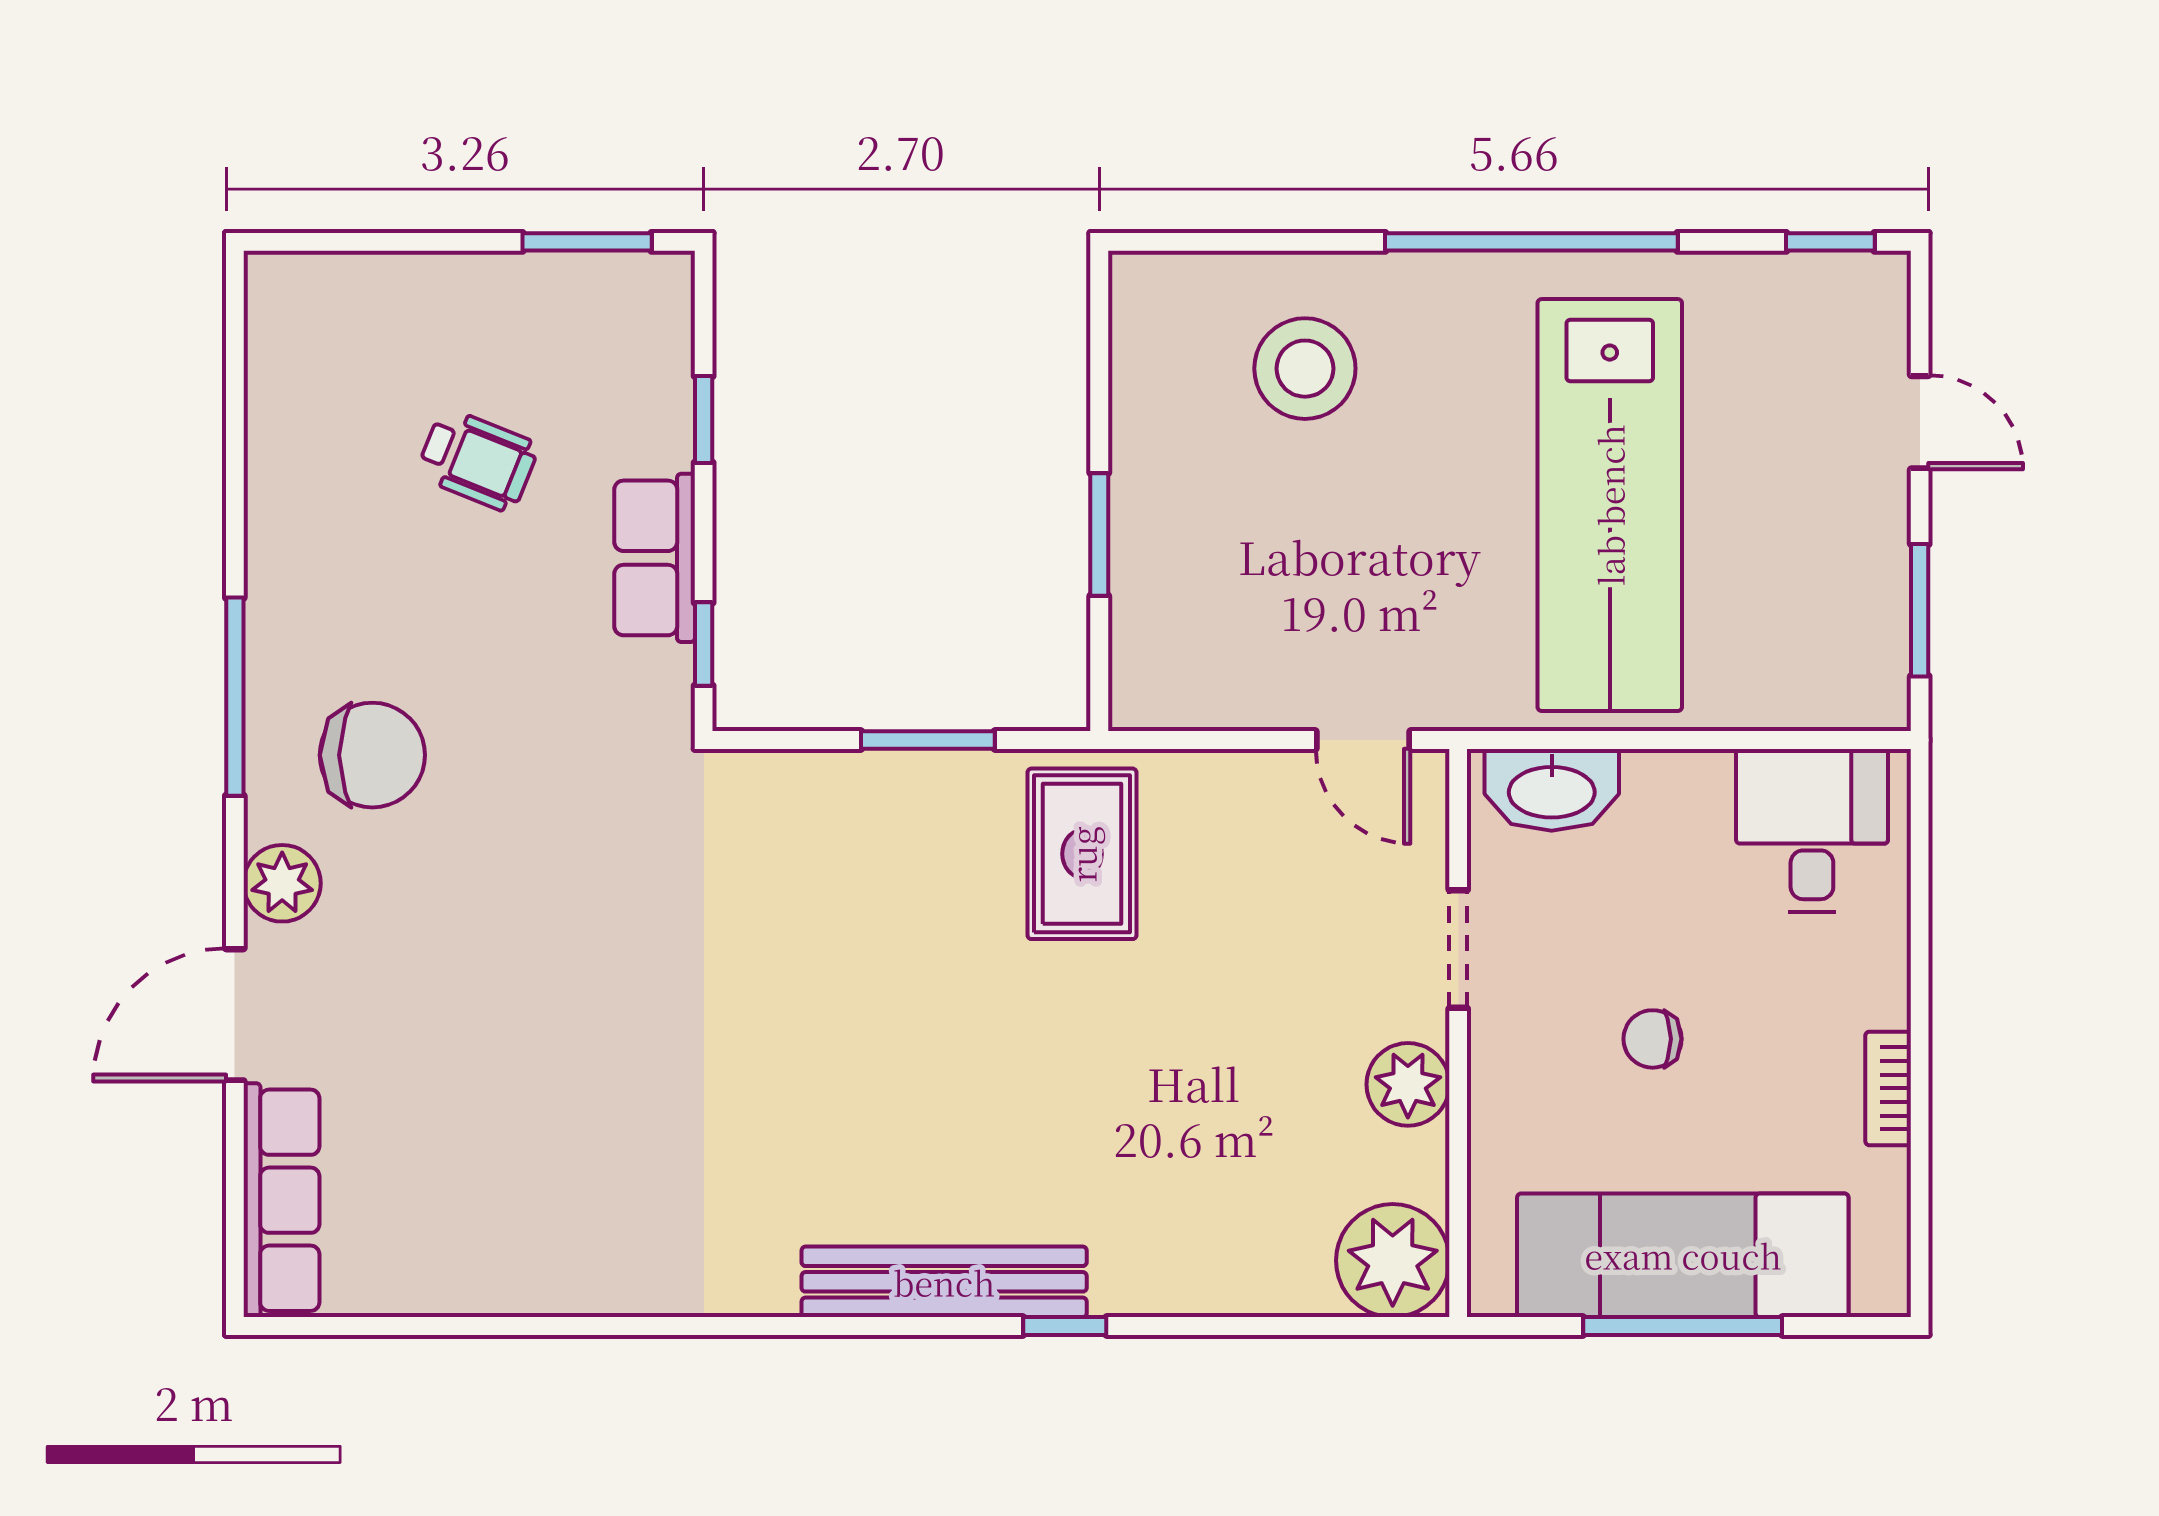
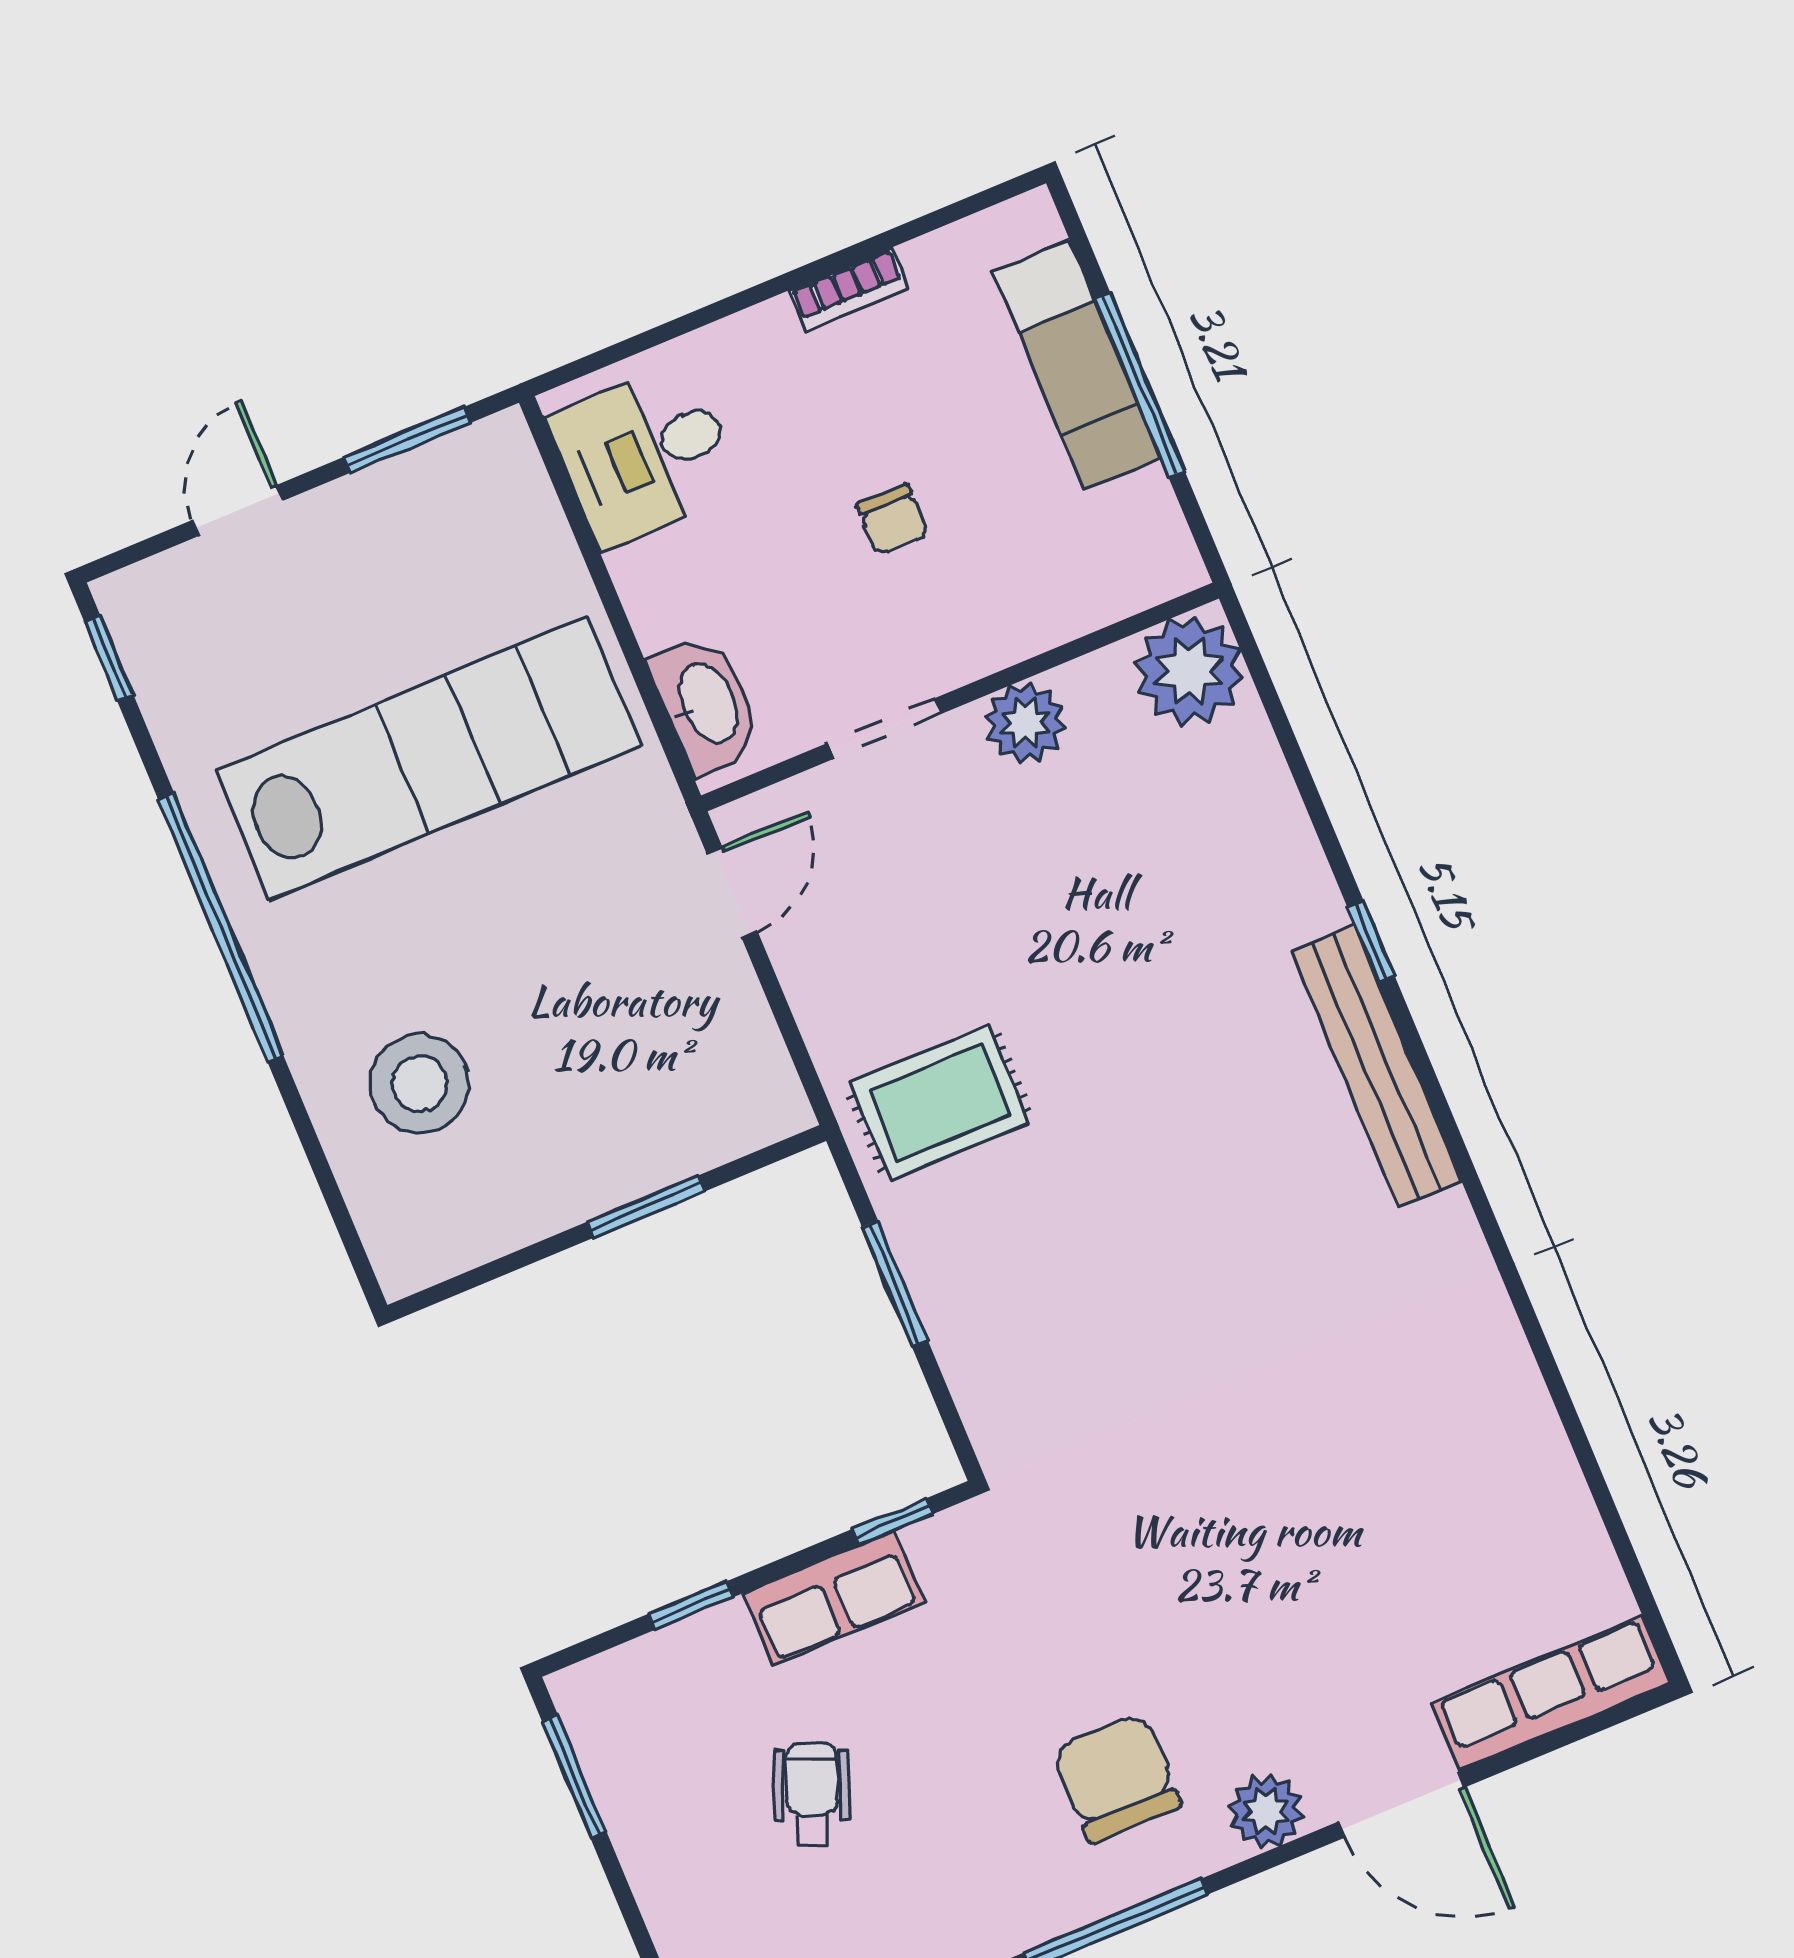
exam couch: (1683, 1255) -> (1077, 365), width x0.73, depth x0.69

